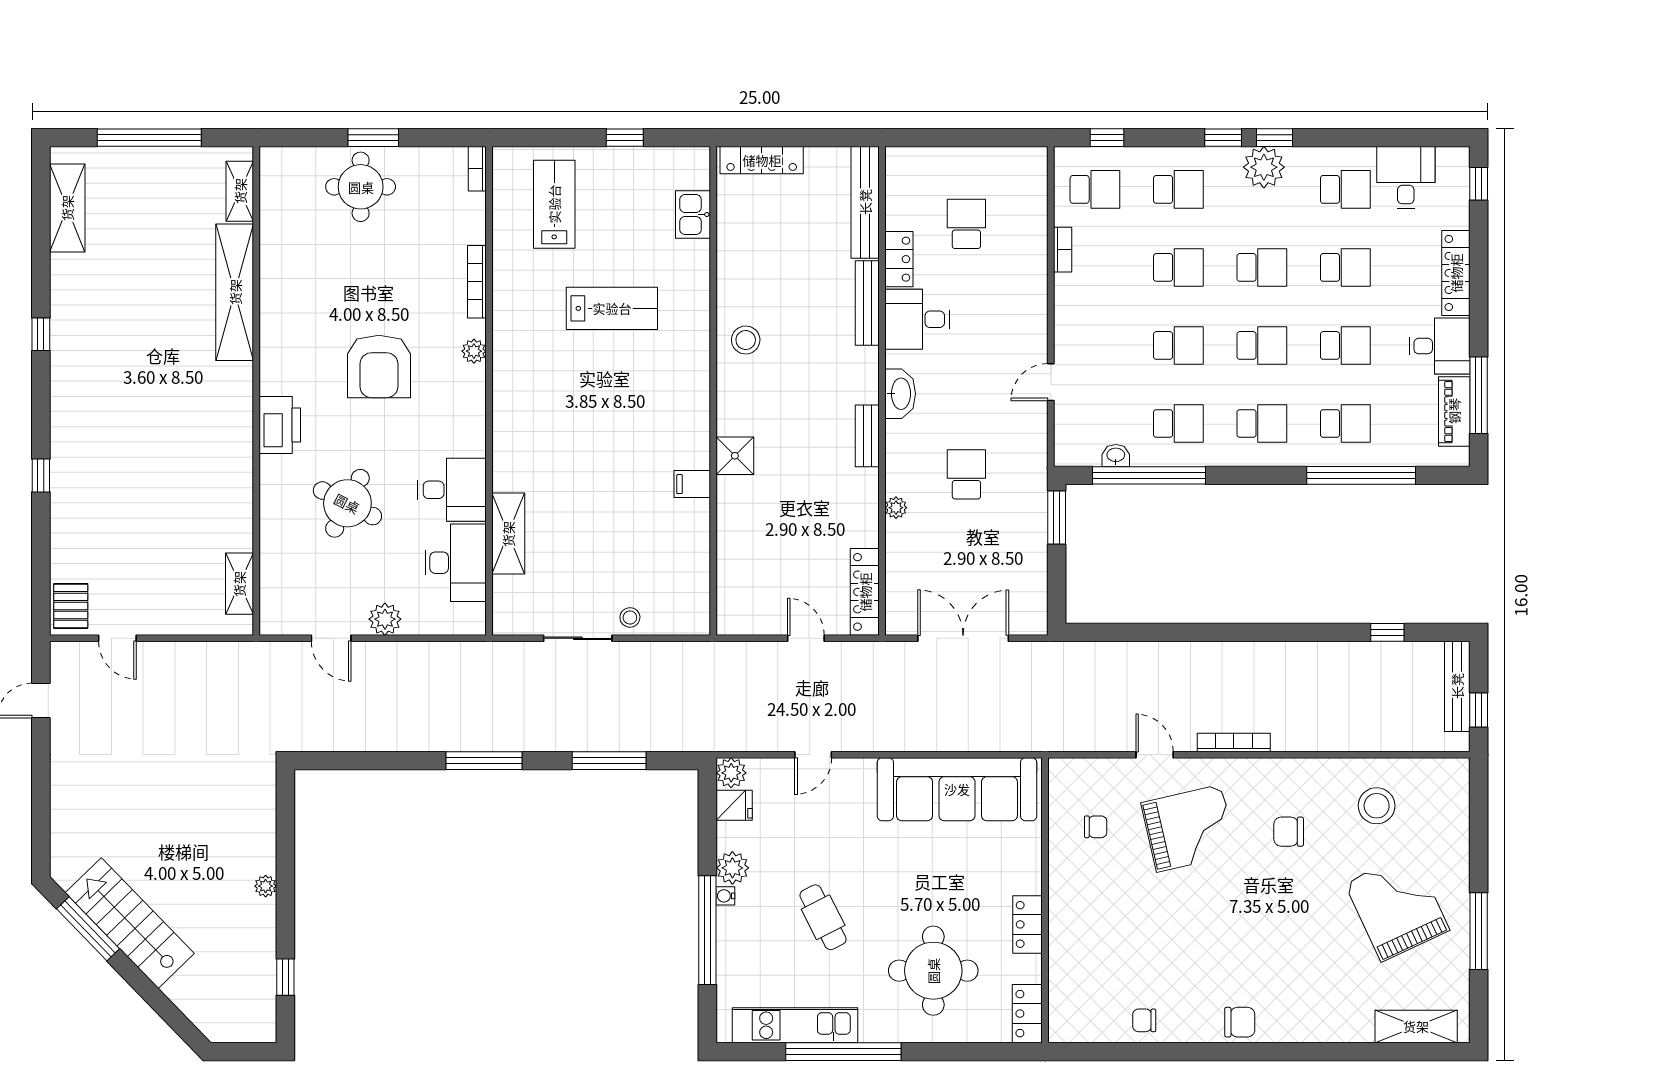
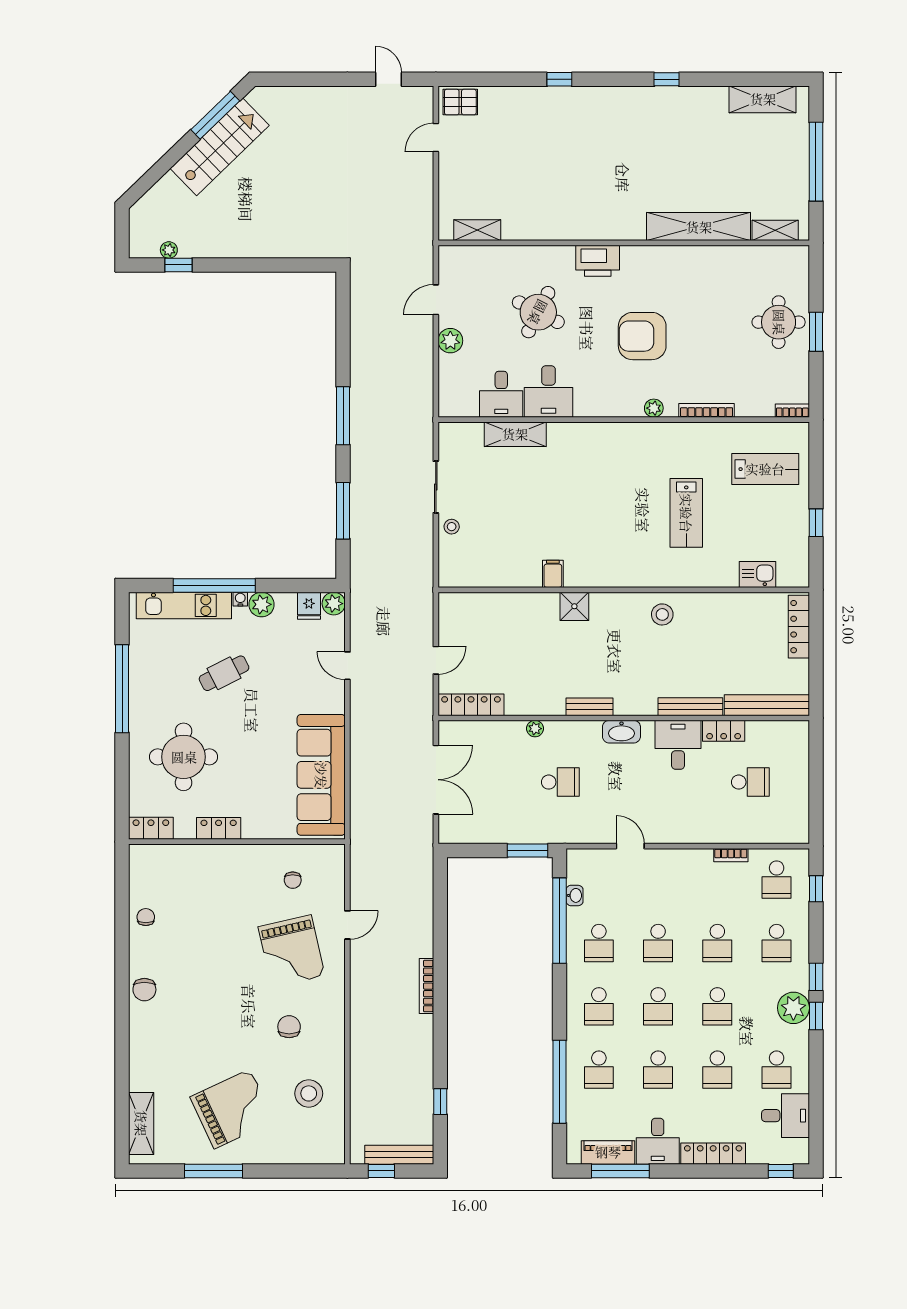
desk: (456, 563) -> (501, 394), width x0.73
bookcase: (1234, 742) -> (427, 986), moved, turned 180
plant: (266, 886) -> (169, 250), moved
kitchen unit: (795, 1025) -> (184, 605), moved, turned 90

